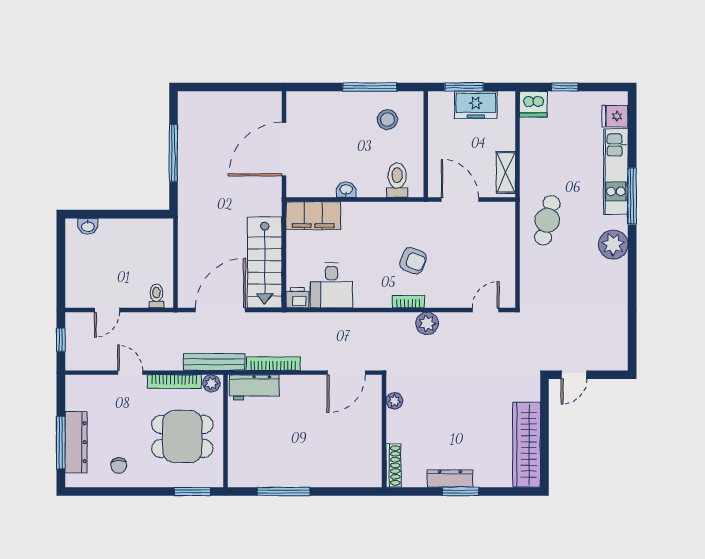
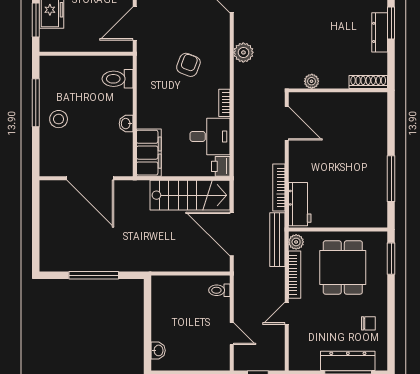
stool: (387, 120) -> (59, 119), moved
bookcase: (408, 302) -> (224, 103), moved

